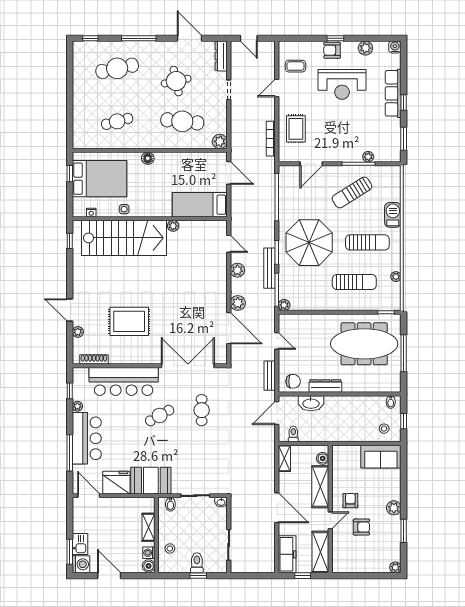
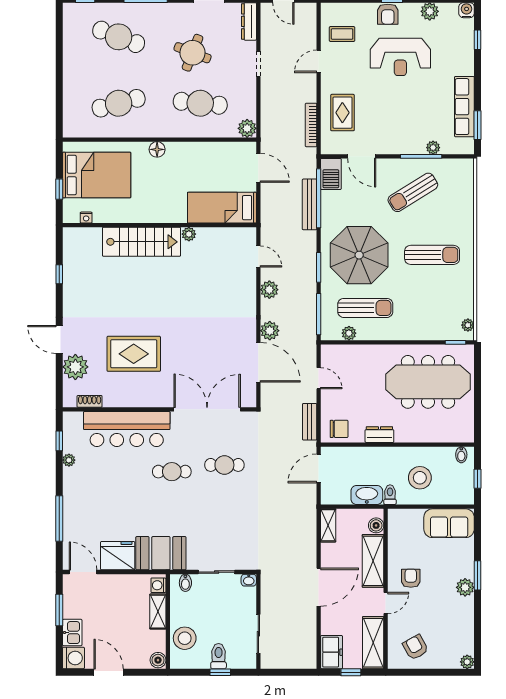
armchair: (332, 50) -> (388, 14), turned -90
cafe table: (117, 68) -> (119, 37), turned 33
round table: (176, 81) -> (193, 53), turned 33
row of seats: (393, 93) -> (464, 107), moved
window: (404, 103) -> (478, 40), moved
cafe table: (117, 121) -> (119, 103), width x1.37, depth x1.35
door: (311, 164) -> (362, 156), hinge flipped
window: (70, 174) -> (59, 189), moved
side table: (124, 209) -> (127, 213), removed
barbecue: (393, 215) -> (331, 174), moved, turned 180
stairs: (124, 238) -> (142, 242), width x0.73, depth x0.66
window: (70, 241) -> (59, 274), moved
bench: (270, 268) -> (310, 204), moved
plant: (396, 277) -> (468, 325), moved
sun lounger: (354, 282) -> (365, 308), moved
plant: (284, 305) -> (349, 333), moved
plant: (78, 332) -> (75, 367), width x1.87, depth x1.87
window: (404, 353) -> (478, 394), removed
shoe rack: (94, 359) -> (90, 401), width x0.70
dresser: (325, 386) -> (379, 435), width x0.70
washbasin: (311, 403) -> (367, 495), moved, turned 180
cafe table: (202, 410) -> (224, 465), turned 90
cafe table: (160, 415) -> (172, 472), turned 30
stool: (384, 429) -> (420, 478), moved, width x1.89, depth x1.89
toilet: (293, 434) -> (390, 495), moved
bar counter: (87, 438) -> (81, 500), removed
door: (277, 508) -> (319, 587), hinge flipped
armchair: (361, 527) -> (415, 647), moved, turned -119
window: (404, 531) -> (478, 575), moved
stool: (170, 548) -> (185, 638), width x1.89, depth x1.89
window: (70, 552) -> (59, 610), moved
washing machine: (149, 553) -> (158, 585), moved
freezer: (287, 554) -> (332, 652), width x0.71

